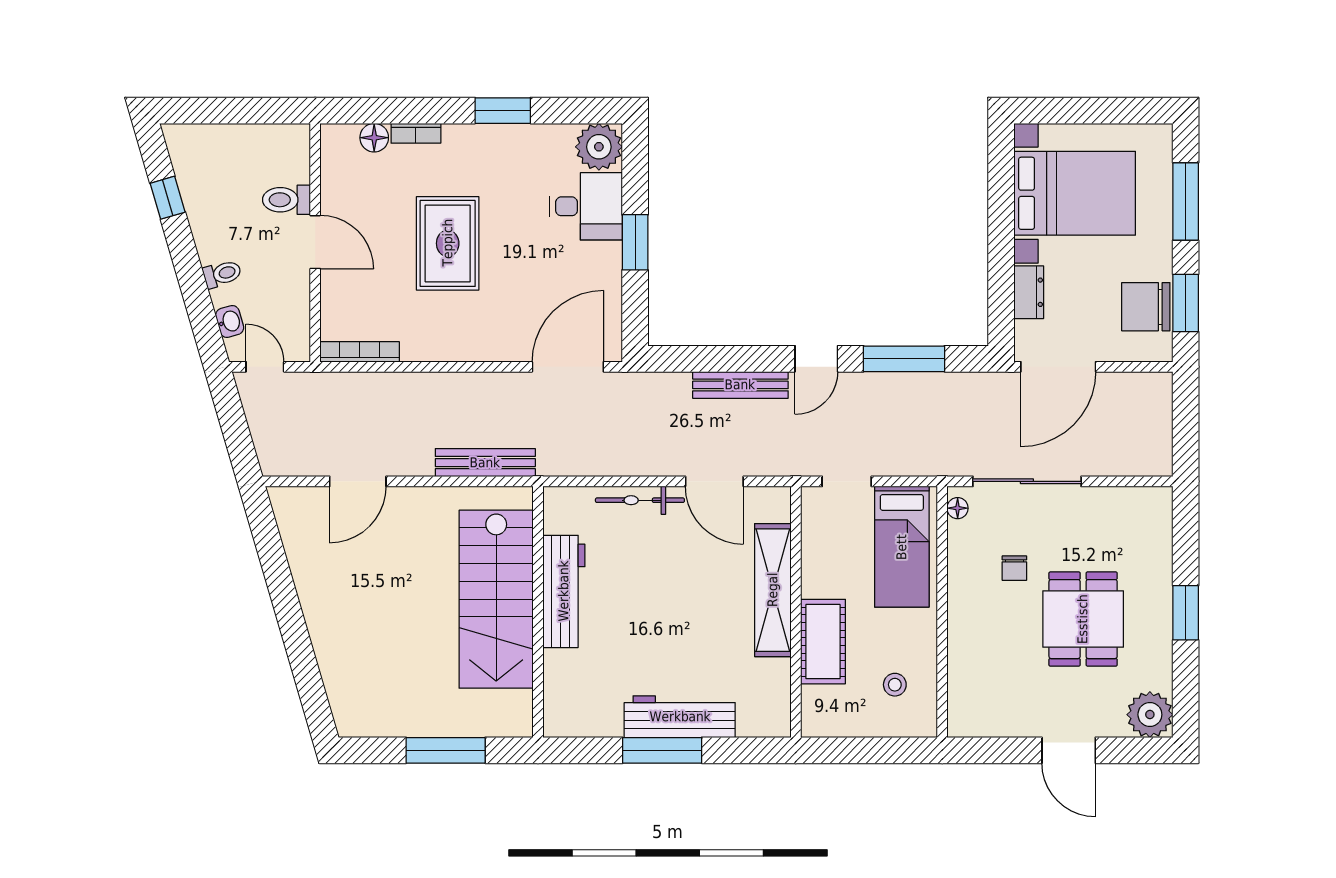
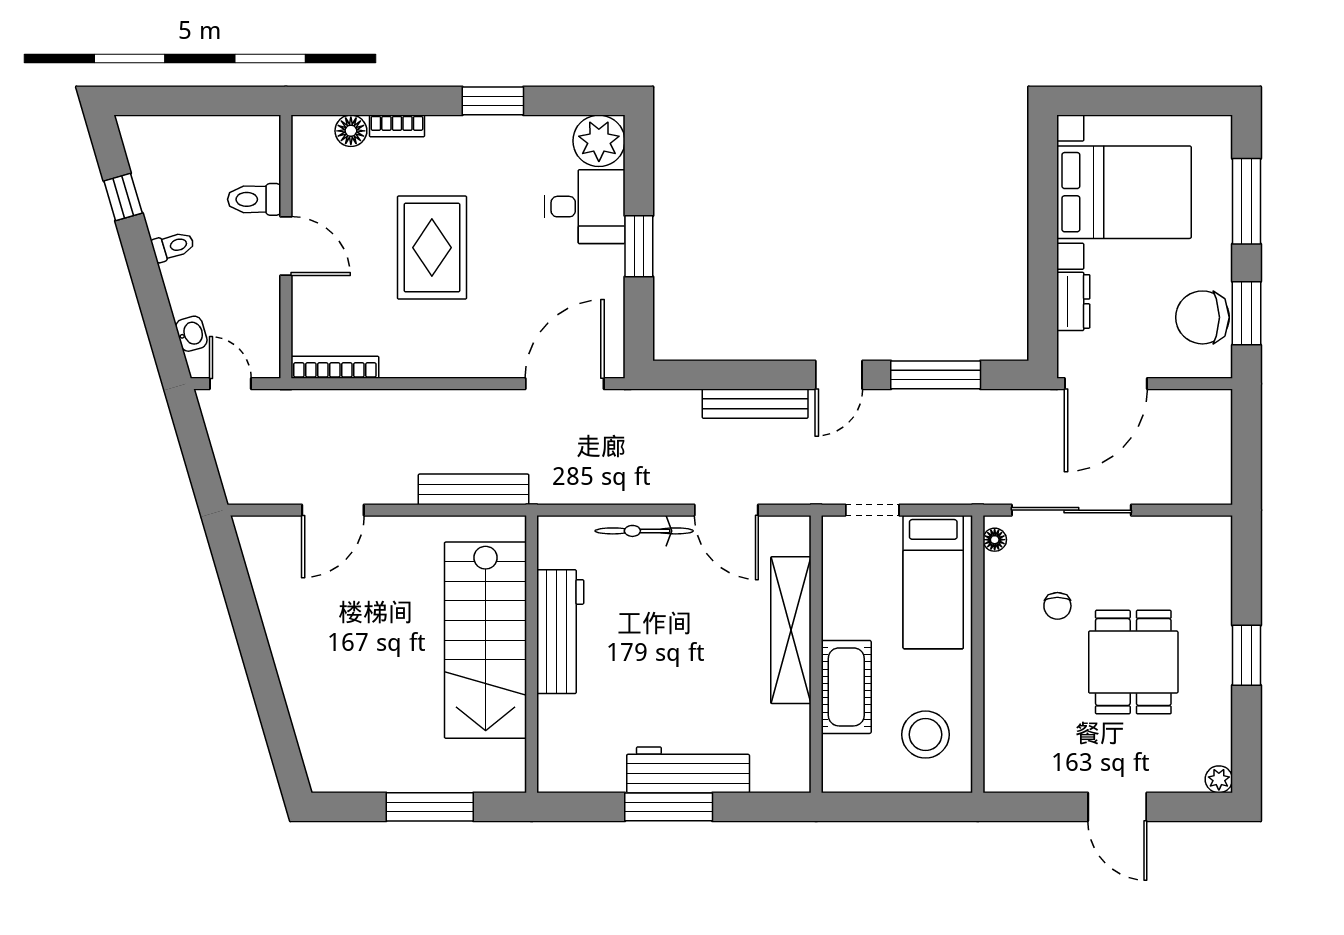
toilet: (222, 274) -> (173, 246), moved
stool: (895, 685) -> (925, 735), width x1.89, depth x1.89
plant: (1150, 715) -> (1219, 779), width x0.53, depth x0.53

